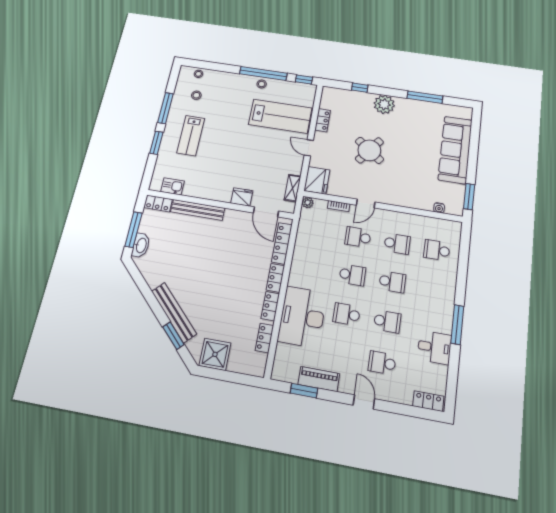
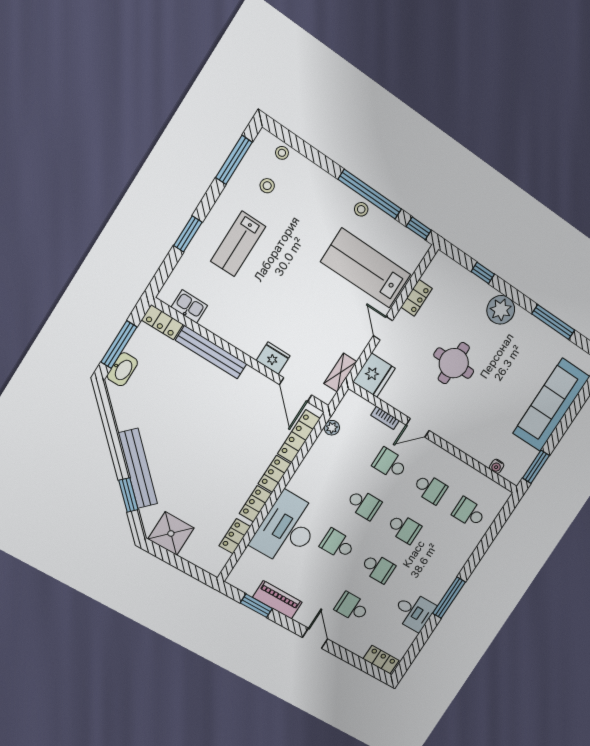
window: (165, 108) -> (234, 160), moved
lab bench: (280, 116) -> (366, 268), turned 180
round table: (369, 150) -> (454, 363), turned -37
plant: (308, 203) -> (332, 428), moved

